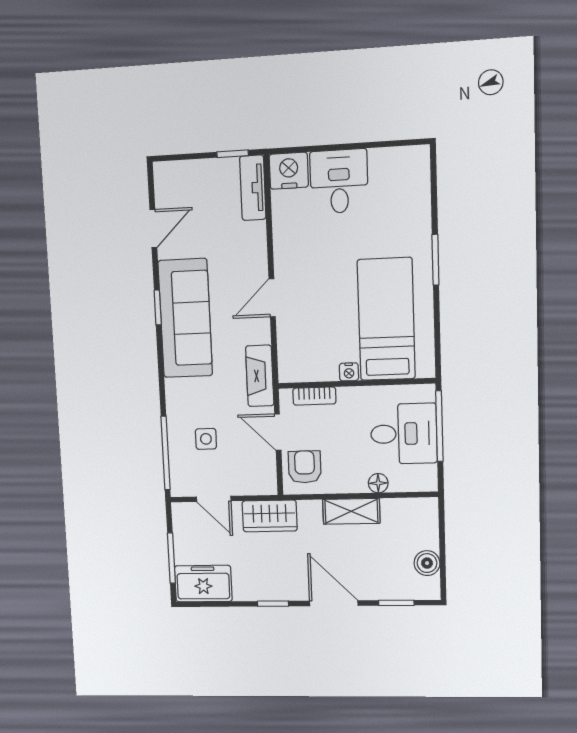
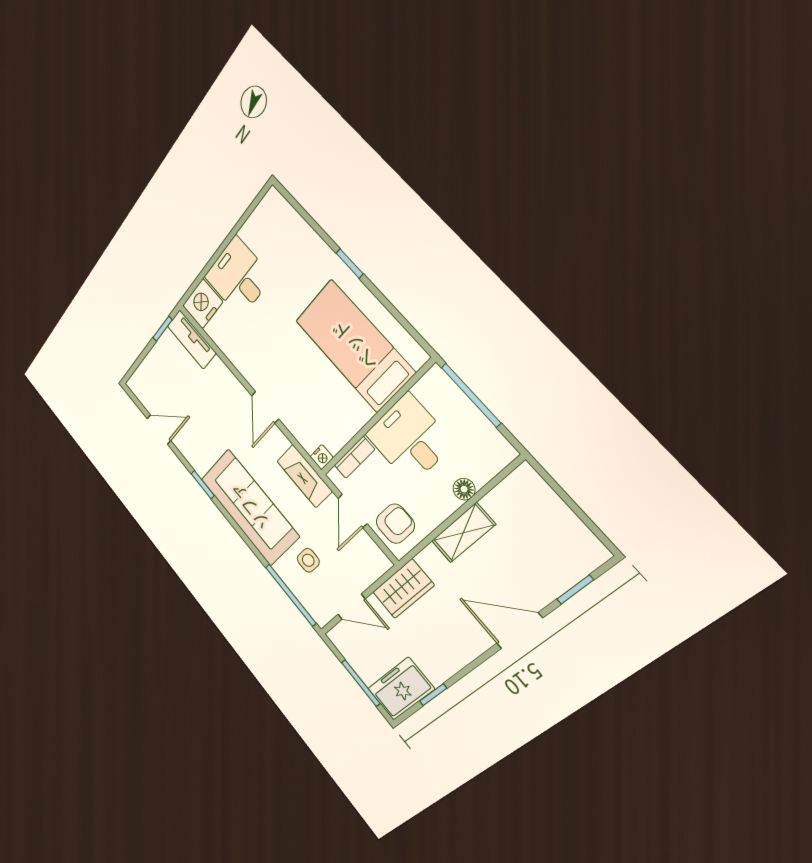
door: (153, 229) -> (159, 430), hinge flipped
window: (436, 260) -> (350, 264), width x0.67
sofa: (185, 318) -> (249, 507), moved
nightstand: (349, 372) -> (322, 457), moved
door: (278, 432) -> (353, 511), hinge flipped
desk: (404, 434) -> (409, 439), moved, turned -90
armchair: (305, 467) -> (395, 524), turned 90
boiler: (427, 563) -> (570, 529), removed
window: (273, 604) -> (433, 695), moved

